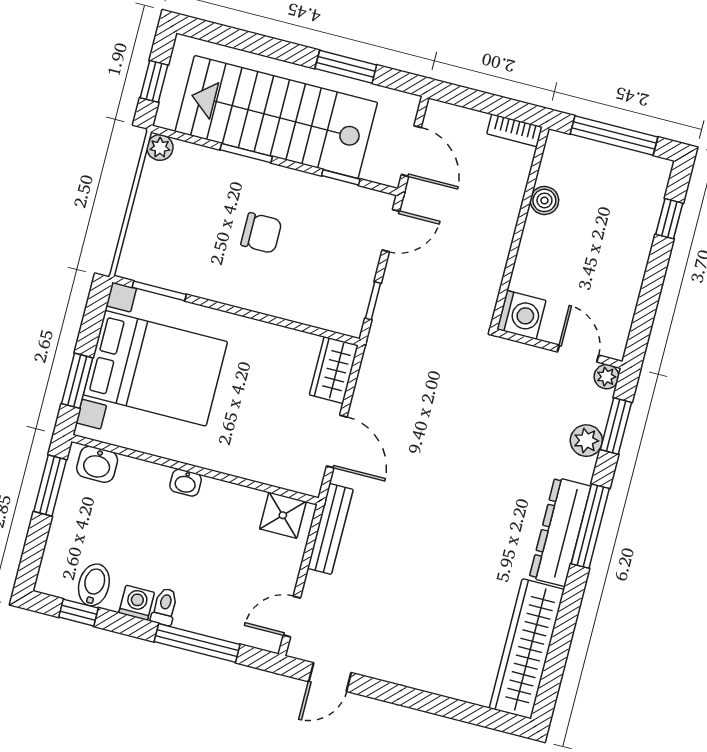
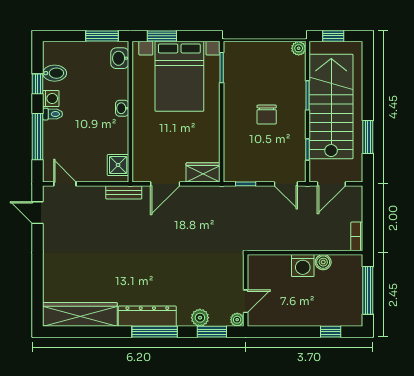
washing machine: (521, 315) -> (303, 266), moved
bench: (330, 529) -> (124, 192), width x0.73
window: (78, 613) -> (38, 84), moved

